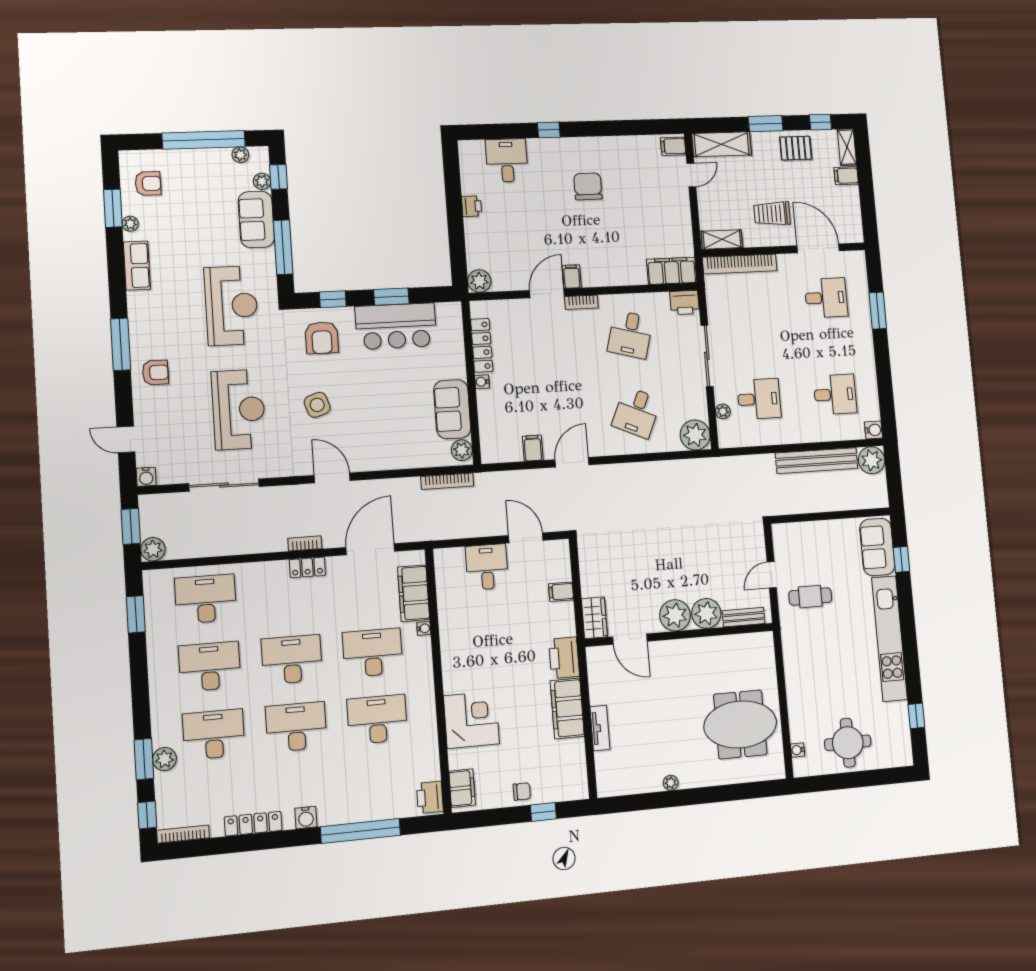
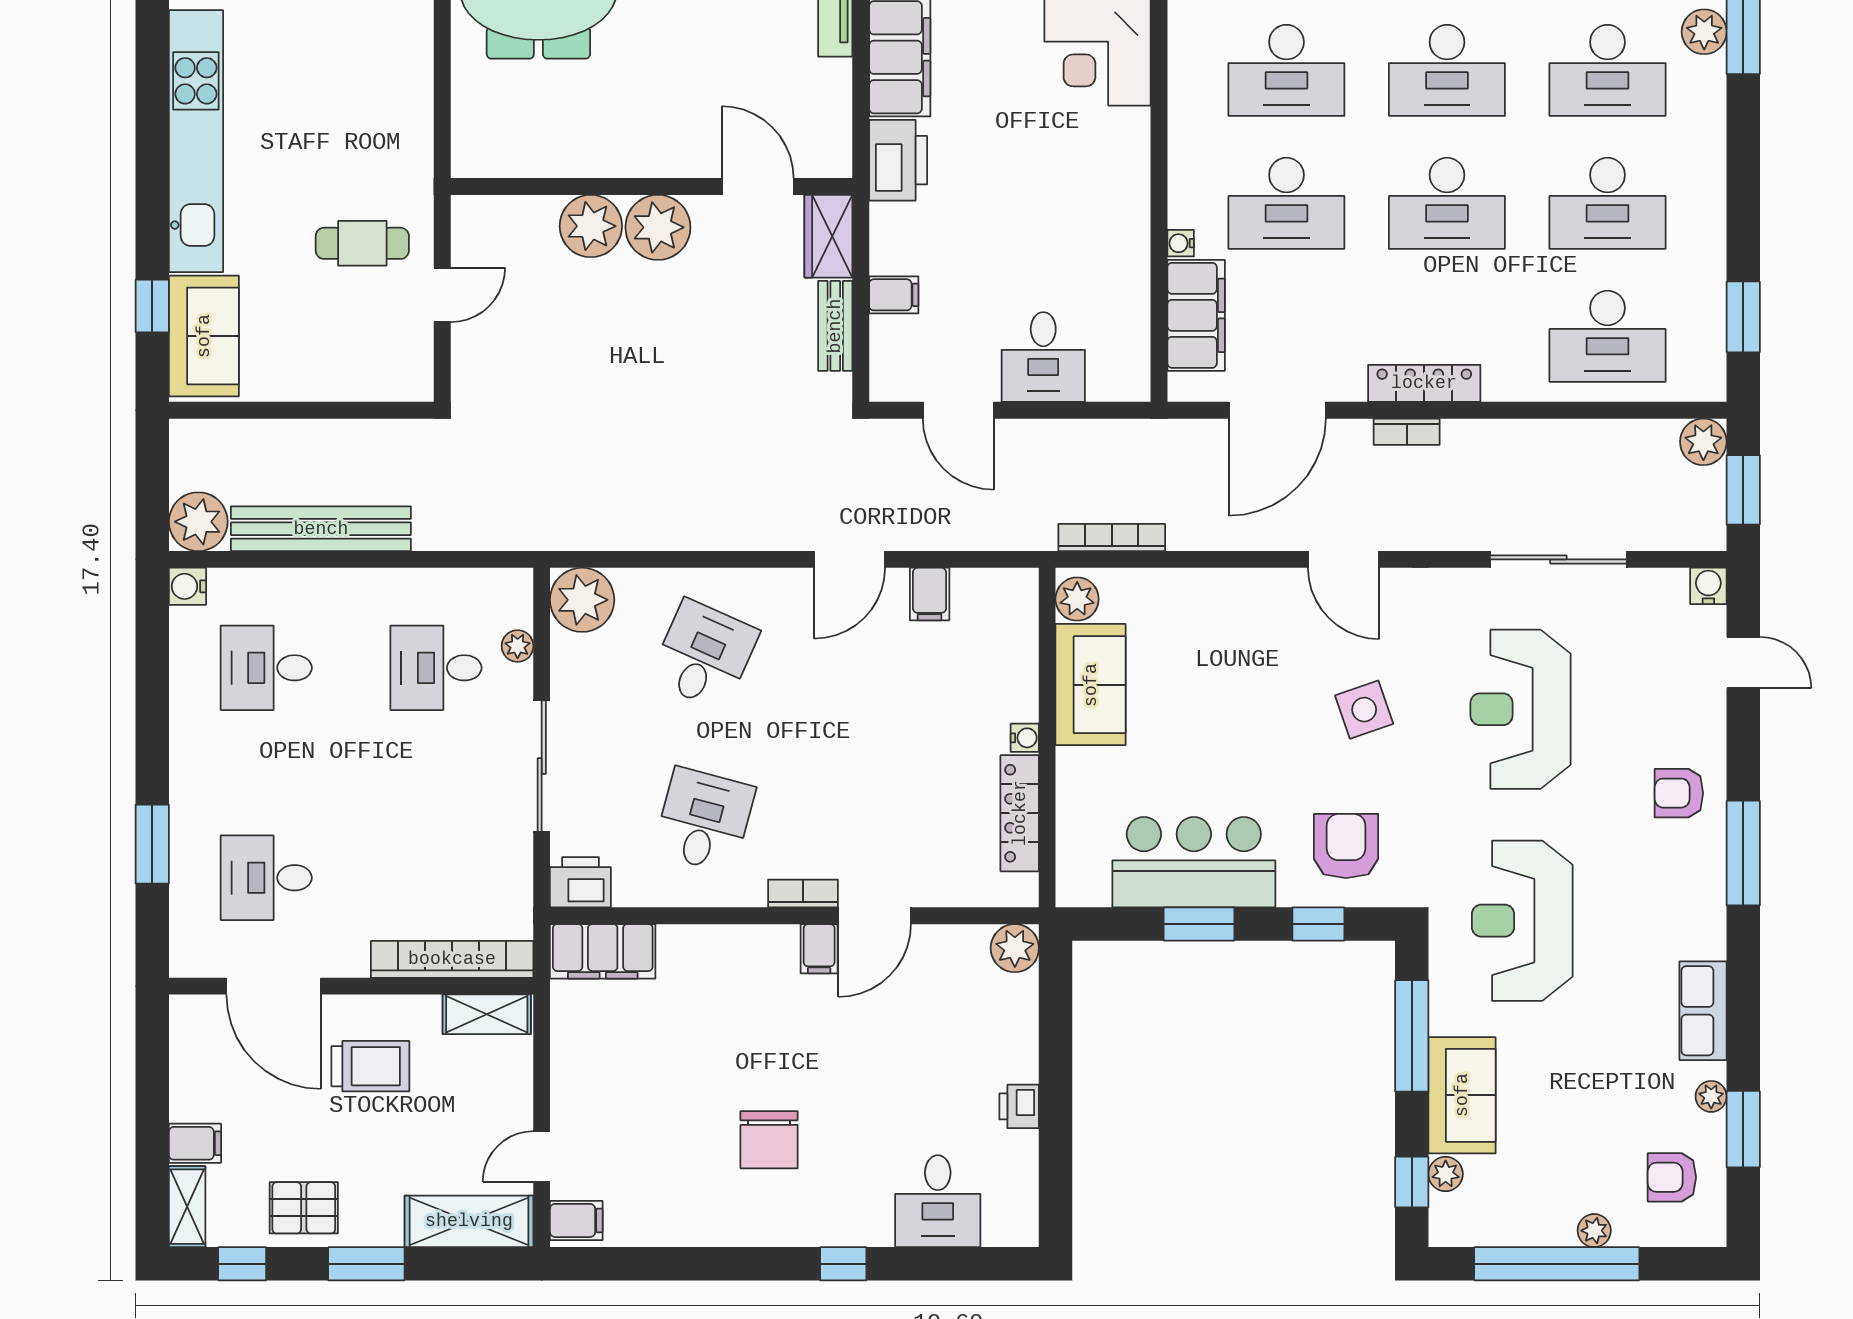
plant: (240, 155) -> (1594, 1231), moved
locker: (307, 567) -> (1424, 383), width x1.53
bench: (744, 617) -> (835, 326), moved, turned 90

